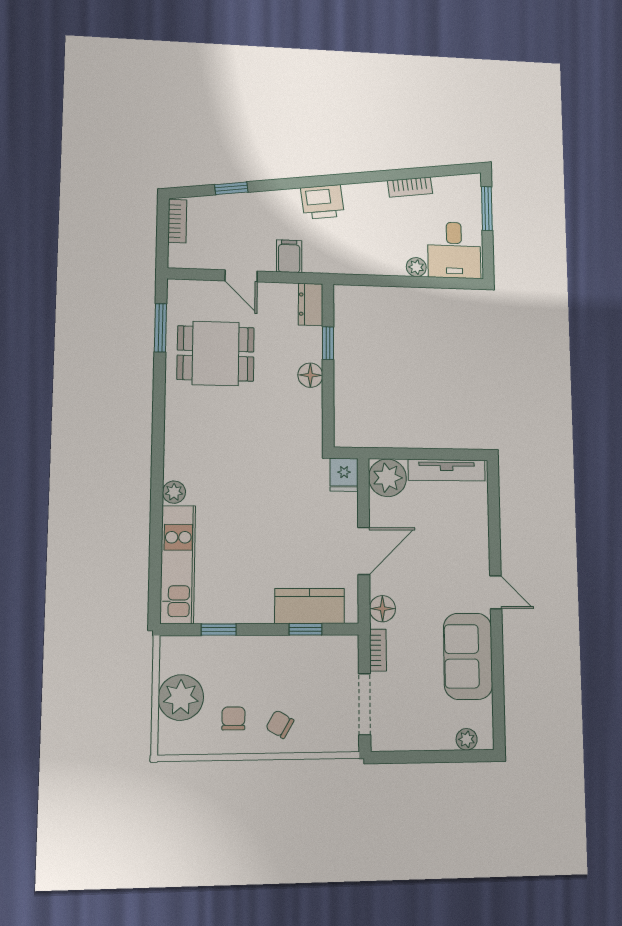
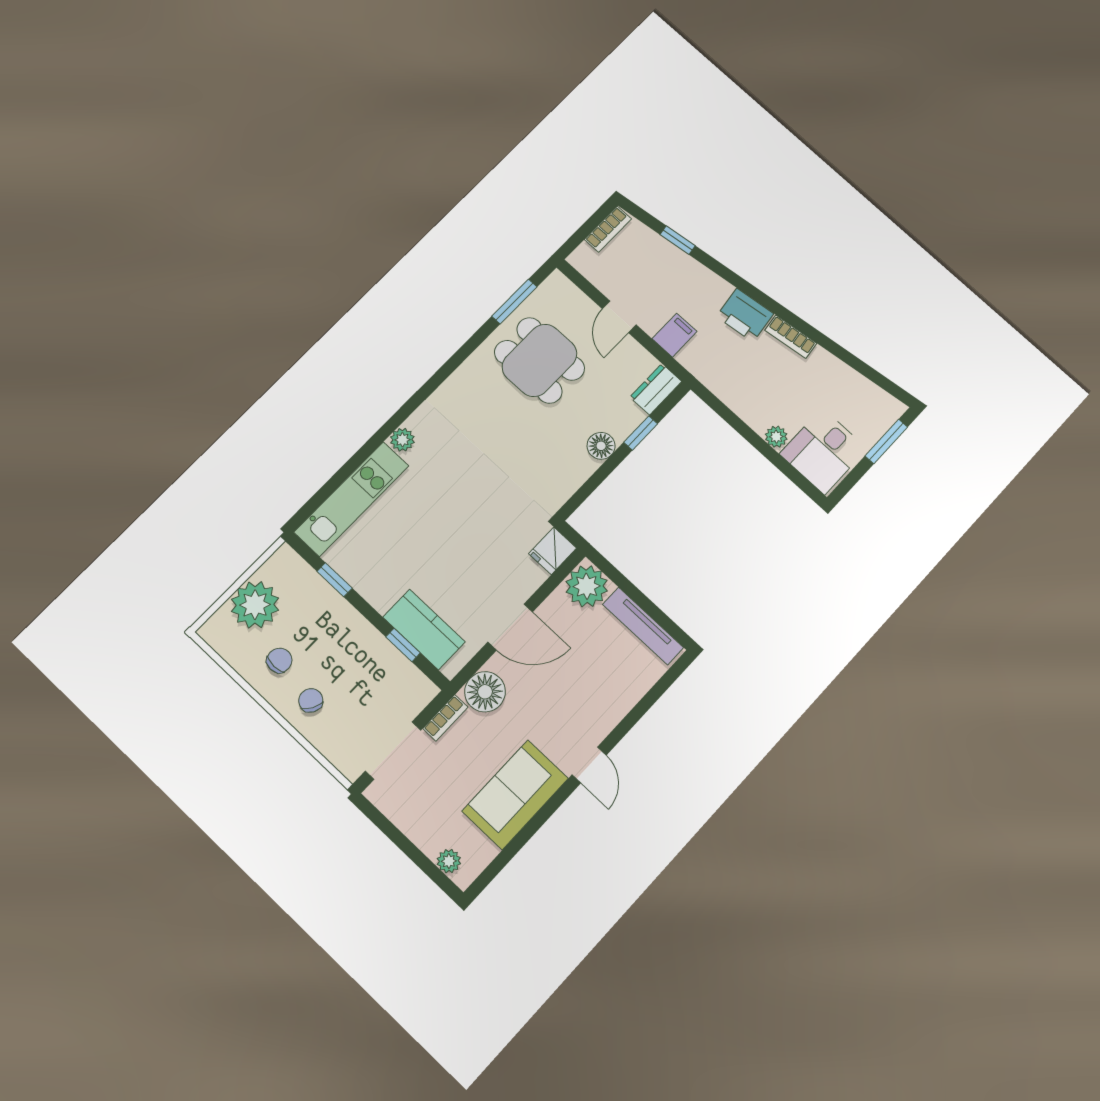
bookcase: (410, 187) -> (791, 337), moved
floor lamp: (382, 609) -> (485, 692), width x1.38, depth x1.38

